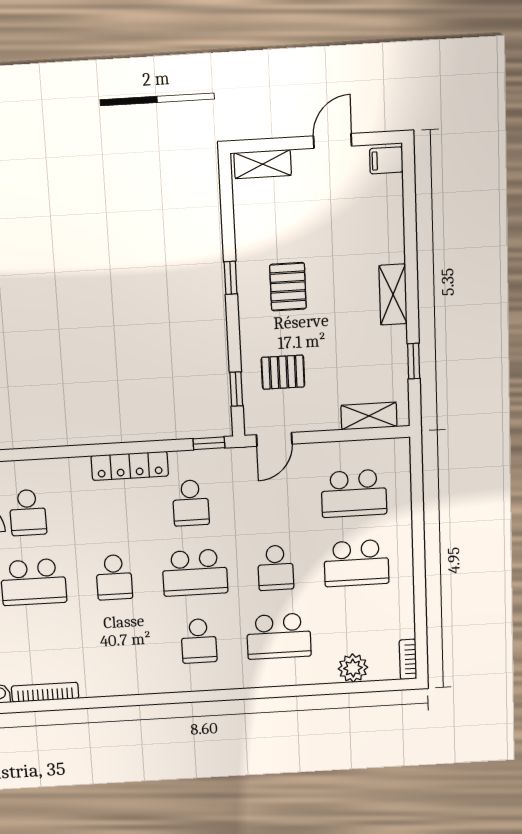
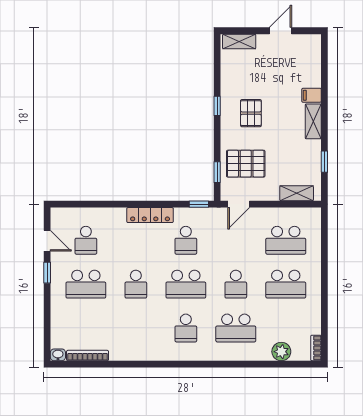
filing cabinet: (386, 160) -> (312, 95), moved
pallet: (283, 372) -> (246, 164), width x1.50, depth x1.42

